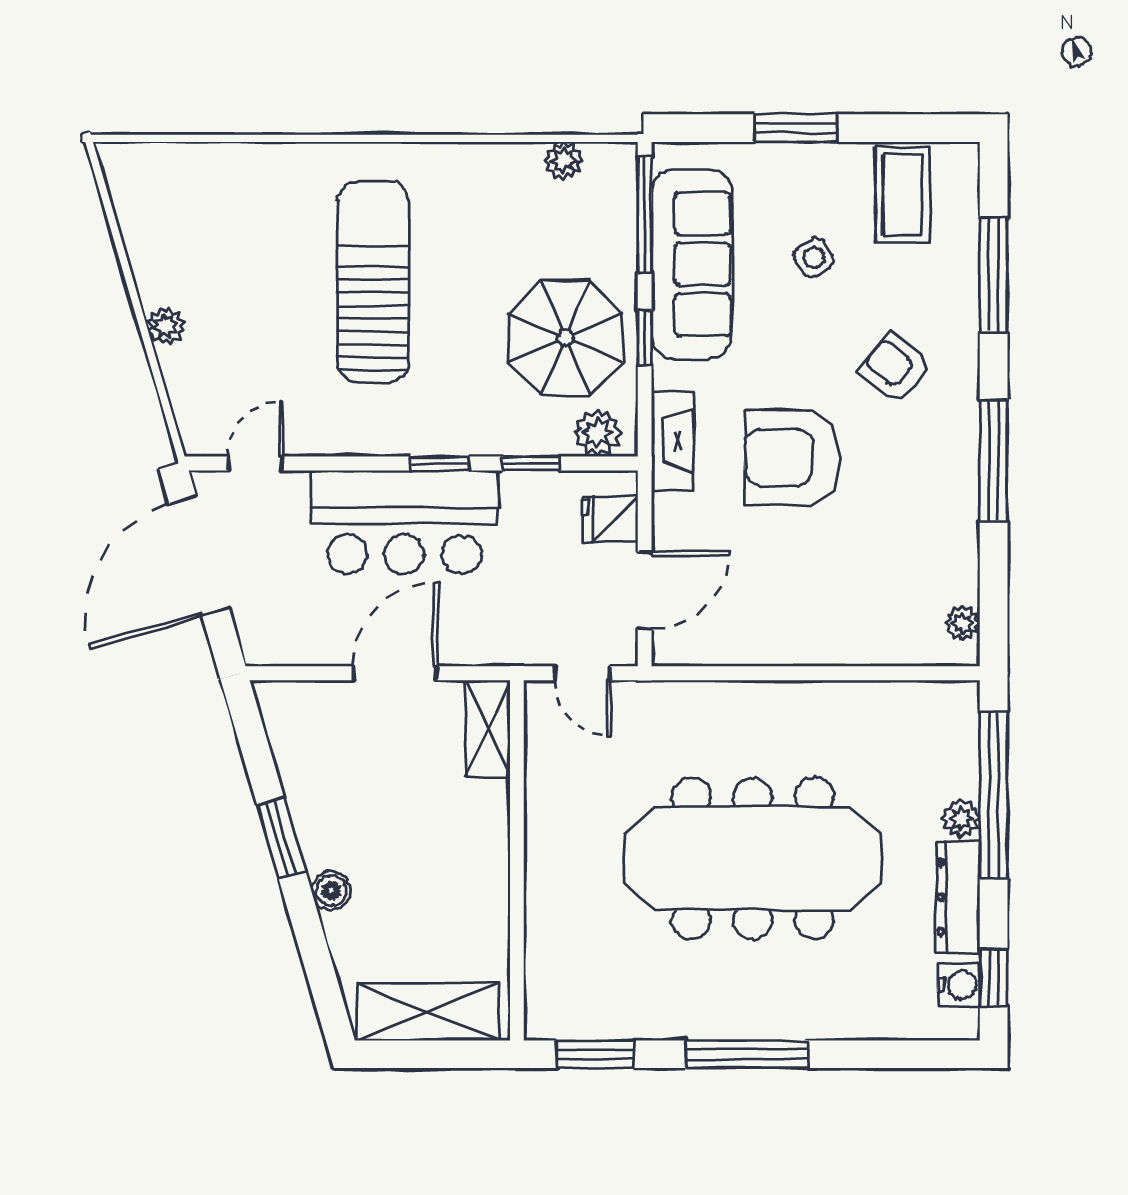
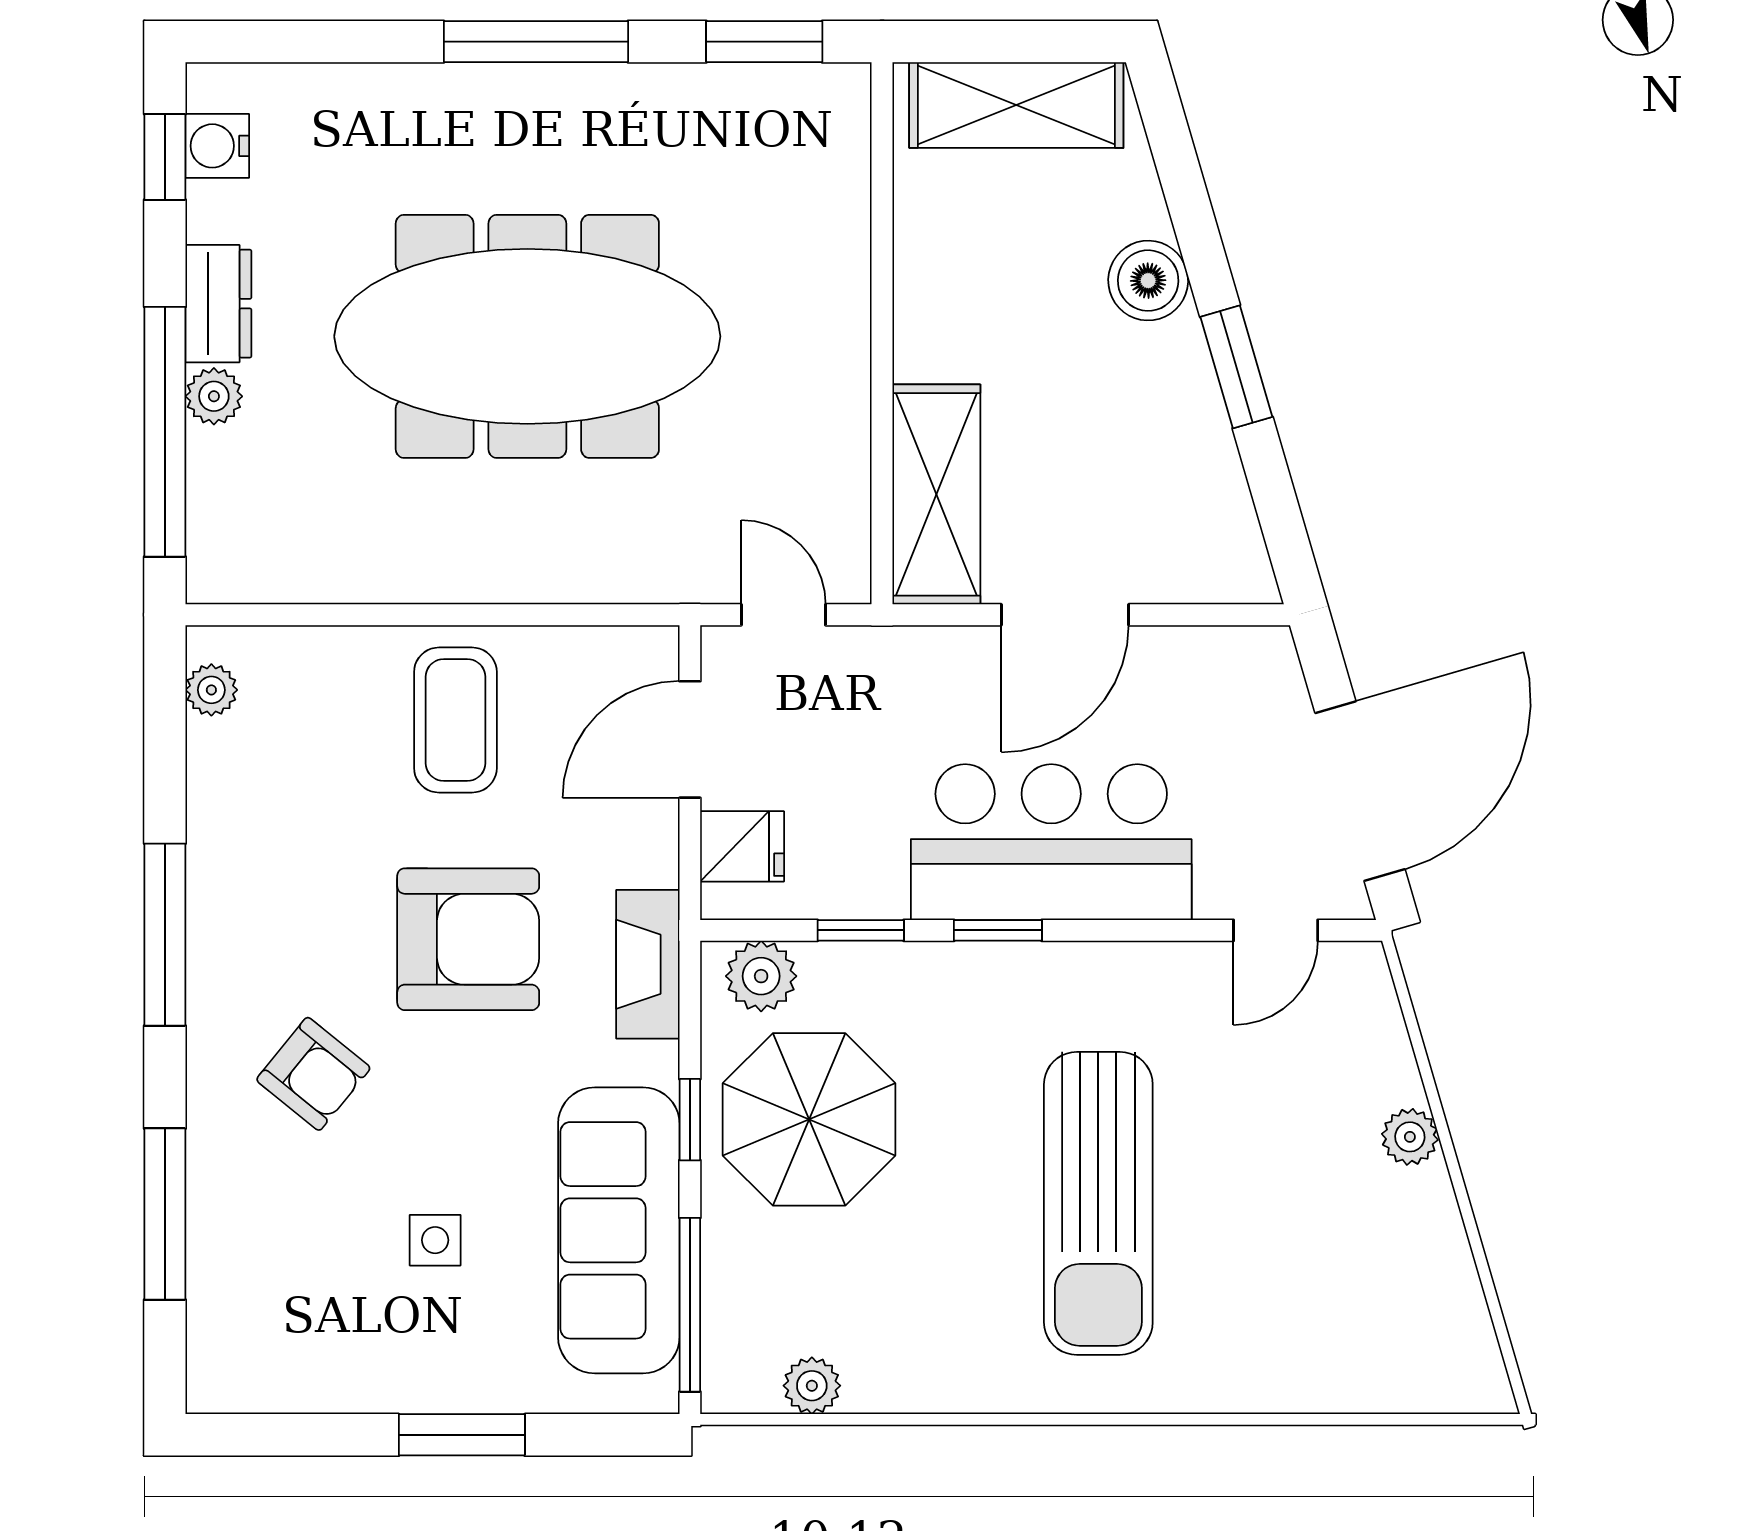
coffee table: (903, 195) -> (455, 720), moved
side table: (814, 257) -> (435, 1240), turned 32
shelving: (488, 729) -> (936, 494), width x1.50, depth x1.33
boiler: (331, 891) -> (1148, 281), width x1.36, depth x1.36
dresser: (958, 897) -> (218, 304), width x0.70

